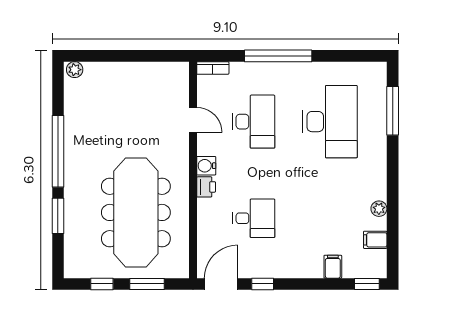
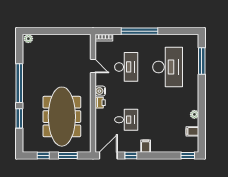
filing cabinet: (333, 267) -> (146, 146), moved

